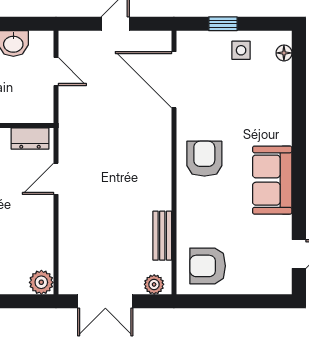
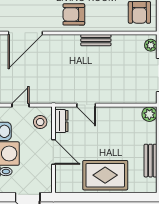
stool: (28, 104) -> (40, 122), added
bench: (162, 236) -> (96, 40), moved

